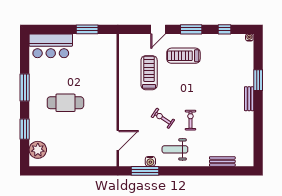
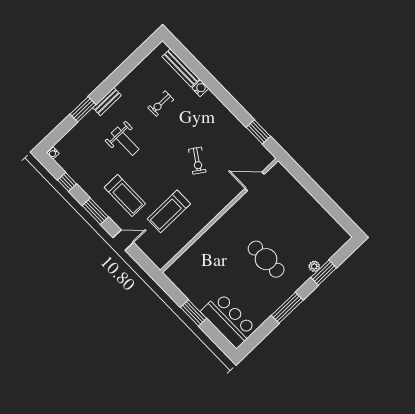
window: (87, 29) -> (194, 313), moved
exercise bike: (190, 120) -> (161, 104), moved
weight bench: (175, 149) -> (125, 141), moved
plant: (38, 150) -> (314, 266), moved, width x0.53, depth x0.53
water cooler: (150, 161) -> (200, 88), moved
bench: (222, 161) -> (181, 68), width x1.36
window: (145, 171) -> (258, 132), width x0.69

